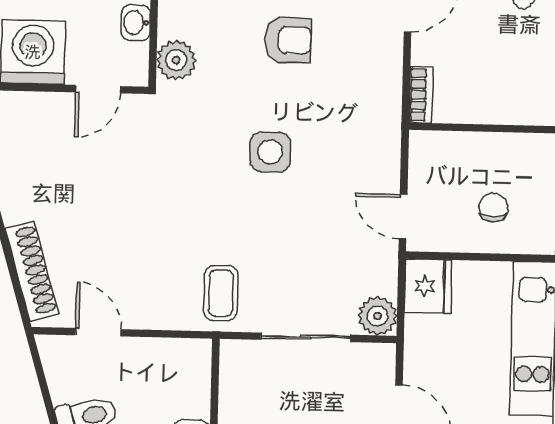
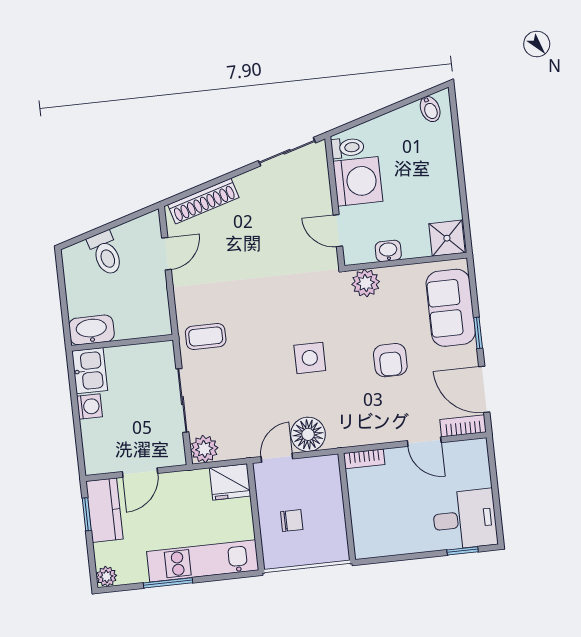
floor lamp: (376, 169) -> (308, 434), added

